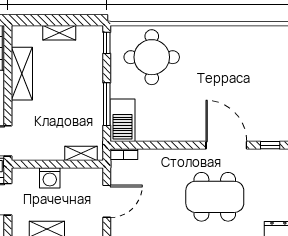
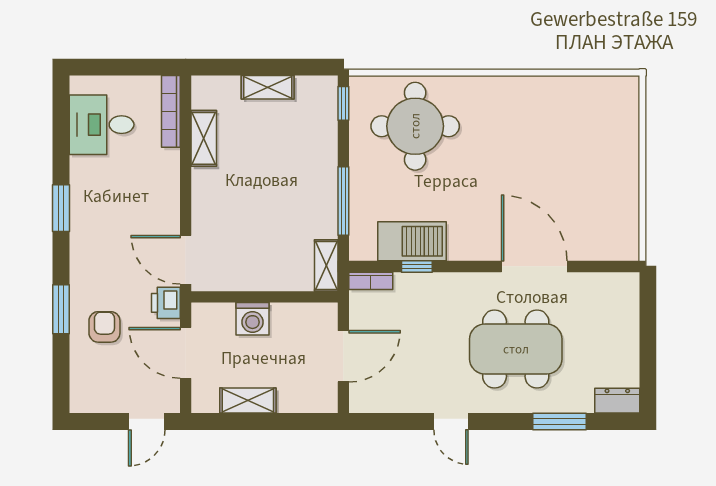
shelving: (22, 74) -> (204, 138), width x0.67, depth x0.75
barbecue: (123, 120) -> (412, 241), moved, turned -90
window: (270, 145) -> (417, 266), moved
shelving: (81, 153) -> (326, 266), moved, turned 90

